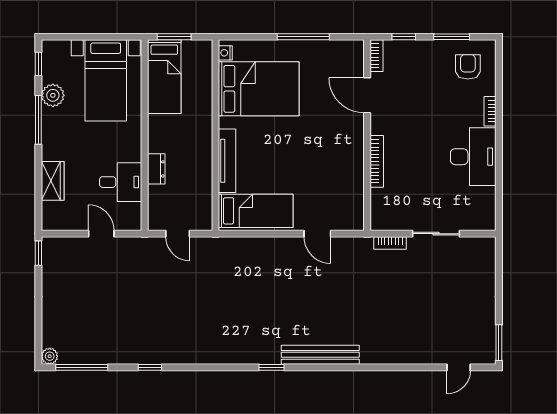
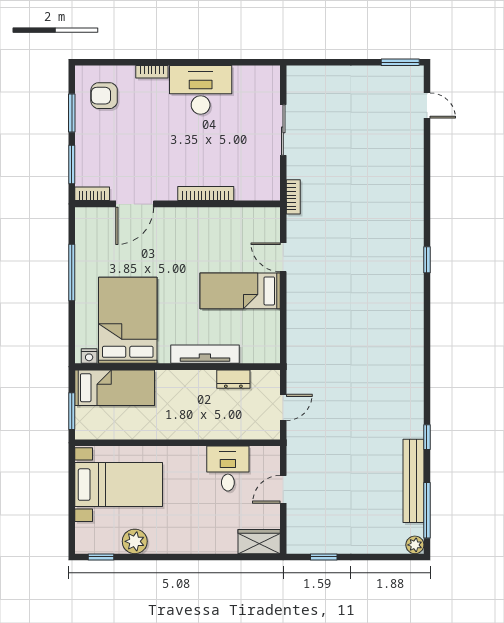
window: (404, 37) -> (72, 164), width x1.50
bed: (164, 77) -> (115, 388), moved
window: (38, 120) -> (161, 557), removed
dresser: (156, 169) -> (233, 379), moved, turned 180
wardrobe: (53, 181) -> (259, 542), moved
bed: (256, 211) -> (240, 291), moved, turned -90
door: (317, 234) -> (283, 257), swing flipped
bookcase: (390, 243) -> (293, 197), moved
window: (38, 253) -> (324, 557), moved
bench: (320, 355) -> (413, 481), moved
window: (272, 367) -> (427, 260), moved

